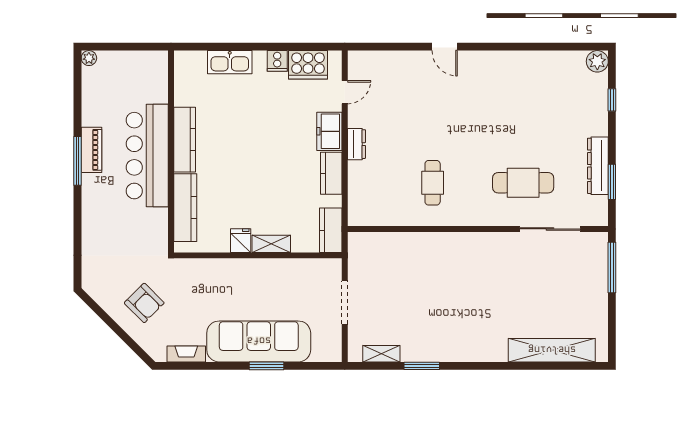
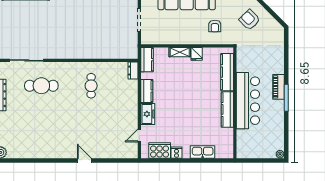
dresser: (356, 144) -> (133, 71), moved
piano: (91, 150) -> (279, 87), moved
armchair: (207, 291) -> (215, 26), added

